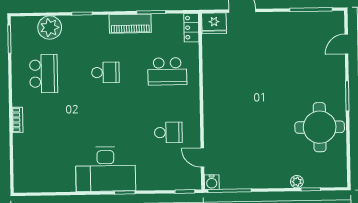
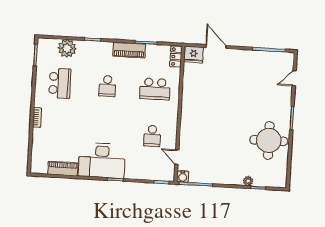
school desk: (105, 72) -> (107, 86), turned 90
school desk: (168, 132) -> (152, 136), turned 90
piano: (56, 184) -> (63, 169), added

